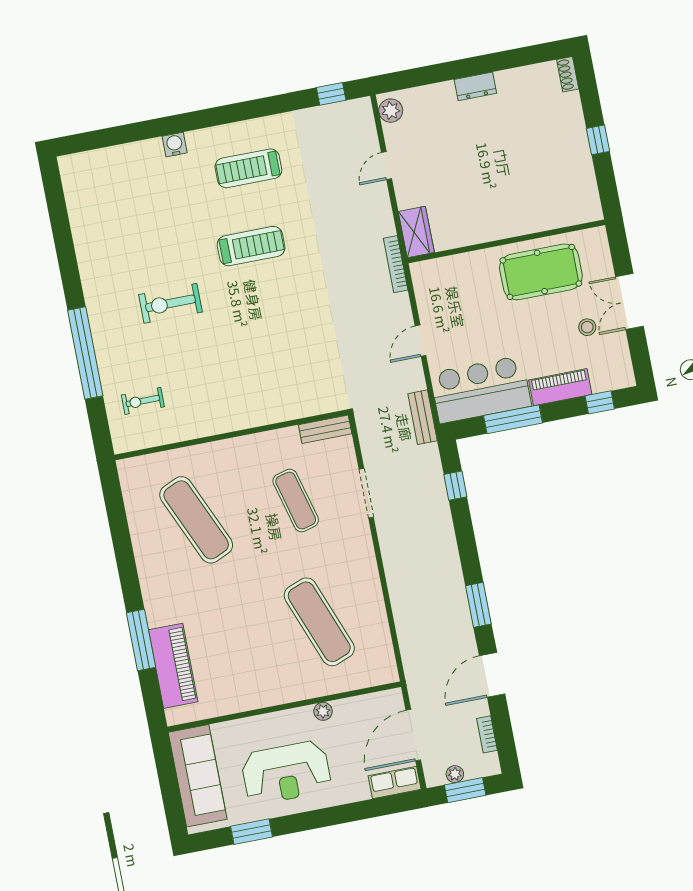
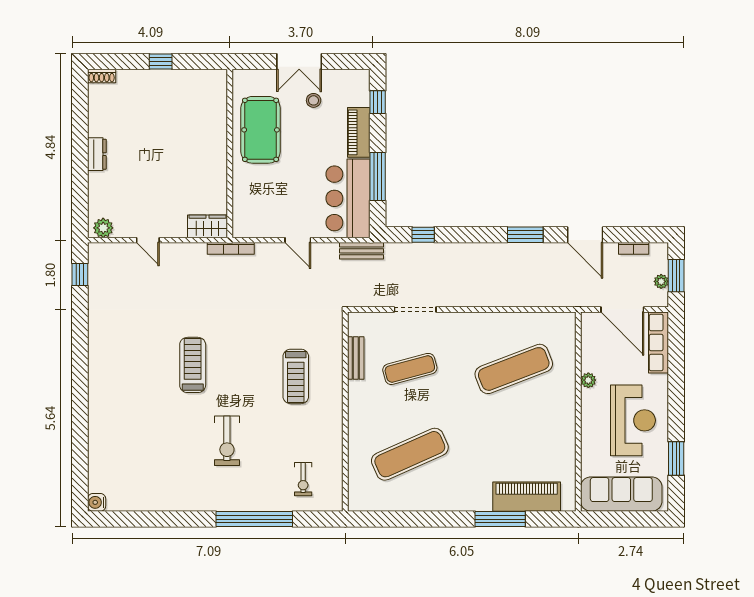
water cooler: (175, 145) -> (97, 502), moved
treadmill: (248, 168) -> (296, 376), moved
bench: (325, 429) -> (356, 358), moved
row of seats: (395, 783) -> (659, 342), width x1.48

